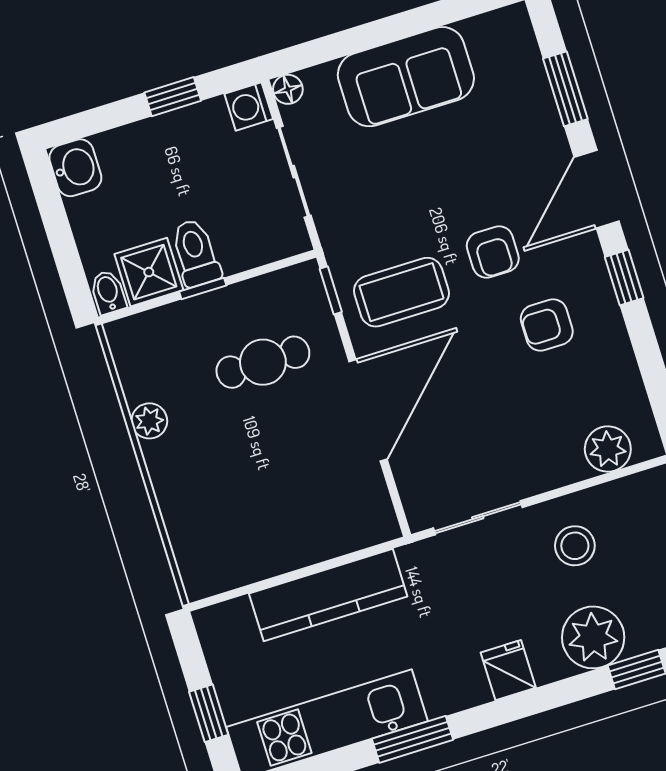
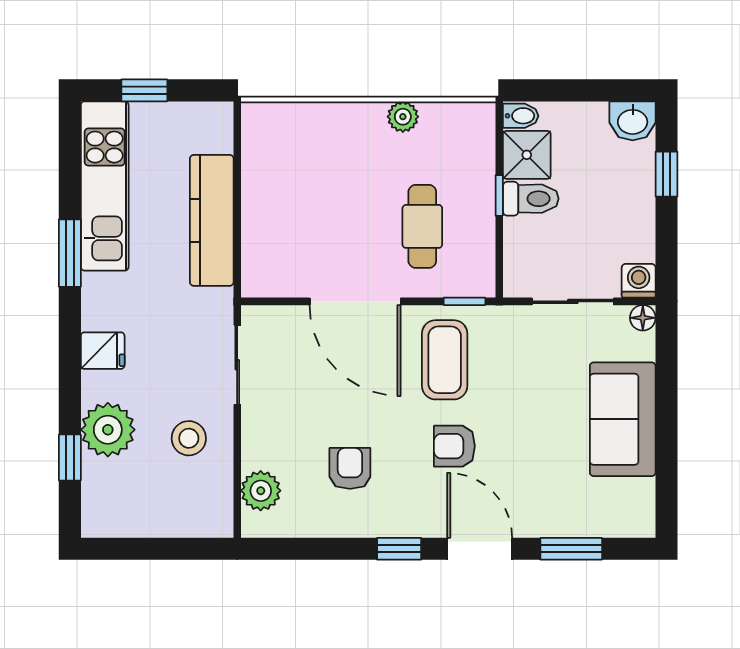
window: (173, 97) -> (666, 174), moved
armchair: (547, 325) -> (350, 468), moved

